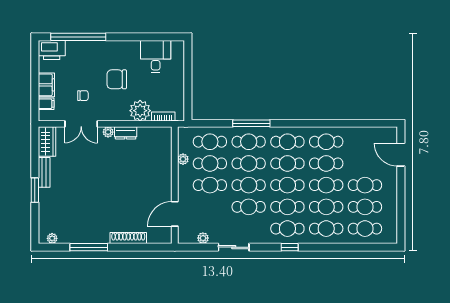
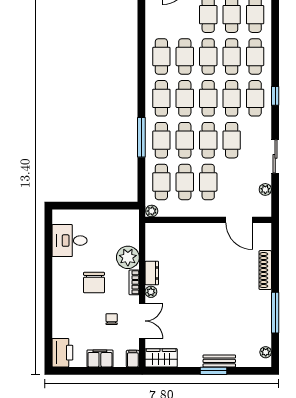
window: (78, 37) -> (48, 324), removed
filing cabinet: (46, 104) -> (133, 359), moved
bookcase: (163, 117) -> (134, 282), moved
plant: (183, 159) -> (152, 211), moved
bench: (44, 172) -> (219, 361), moved

